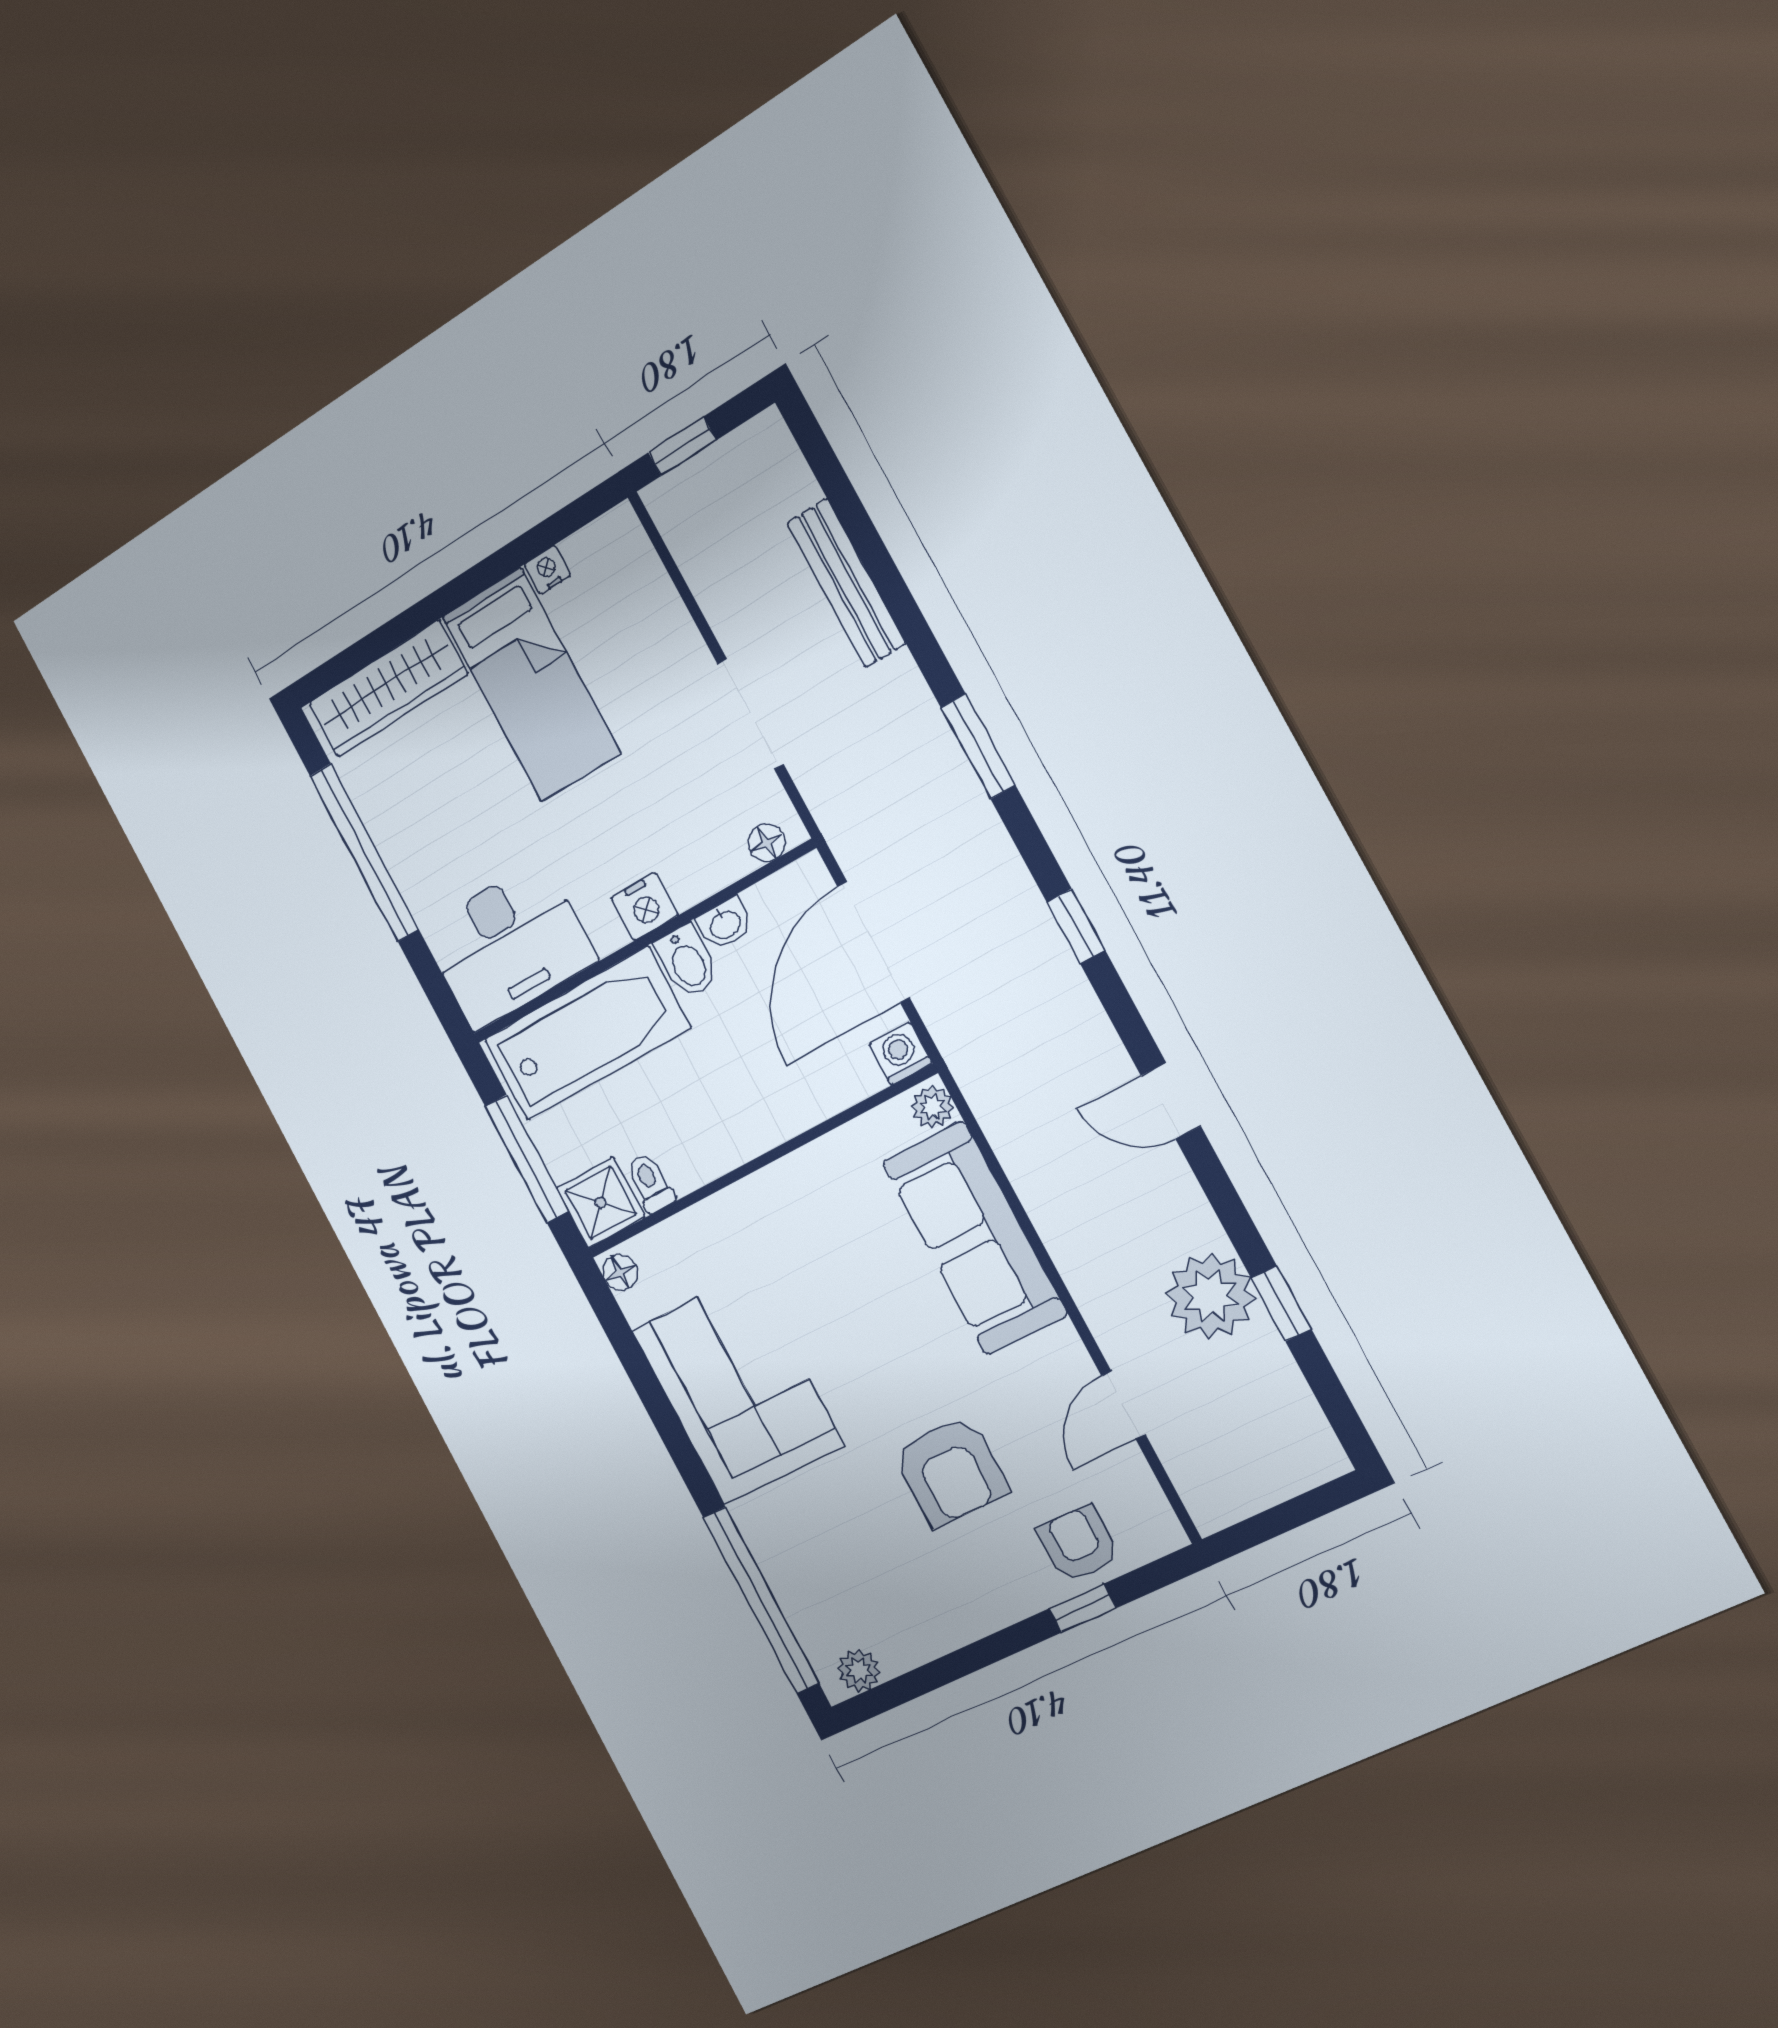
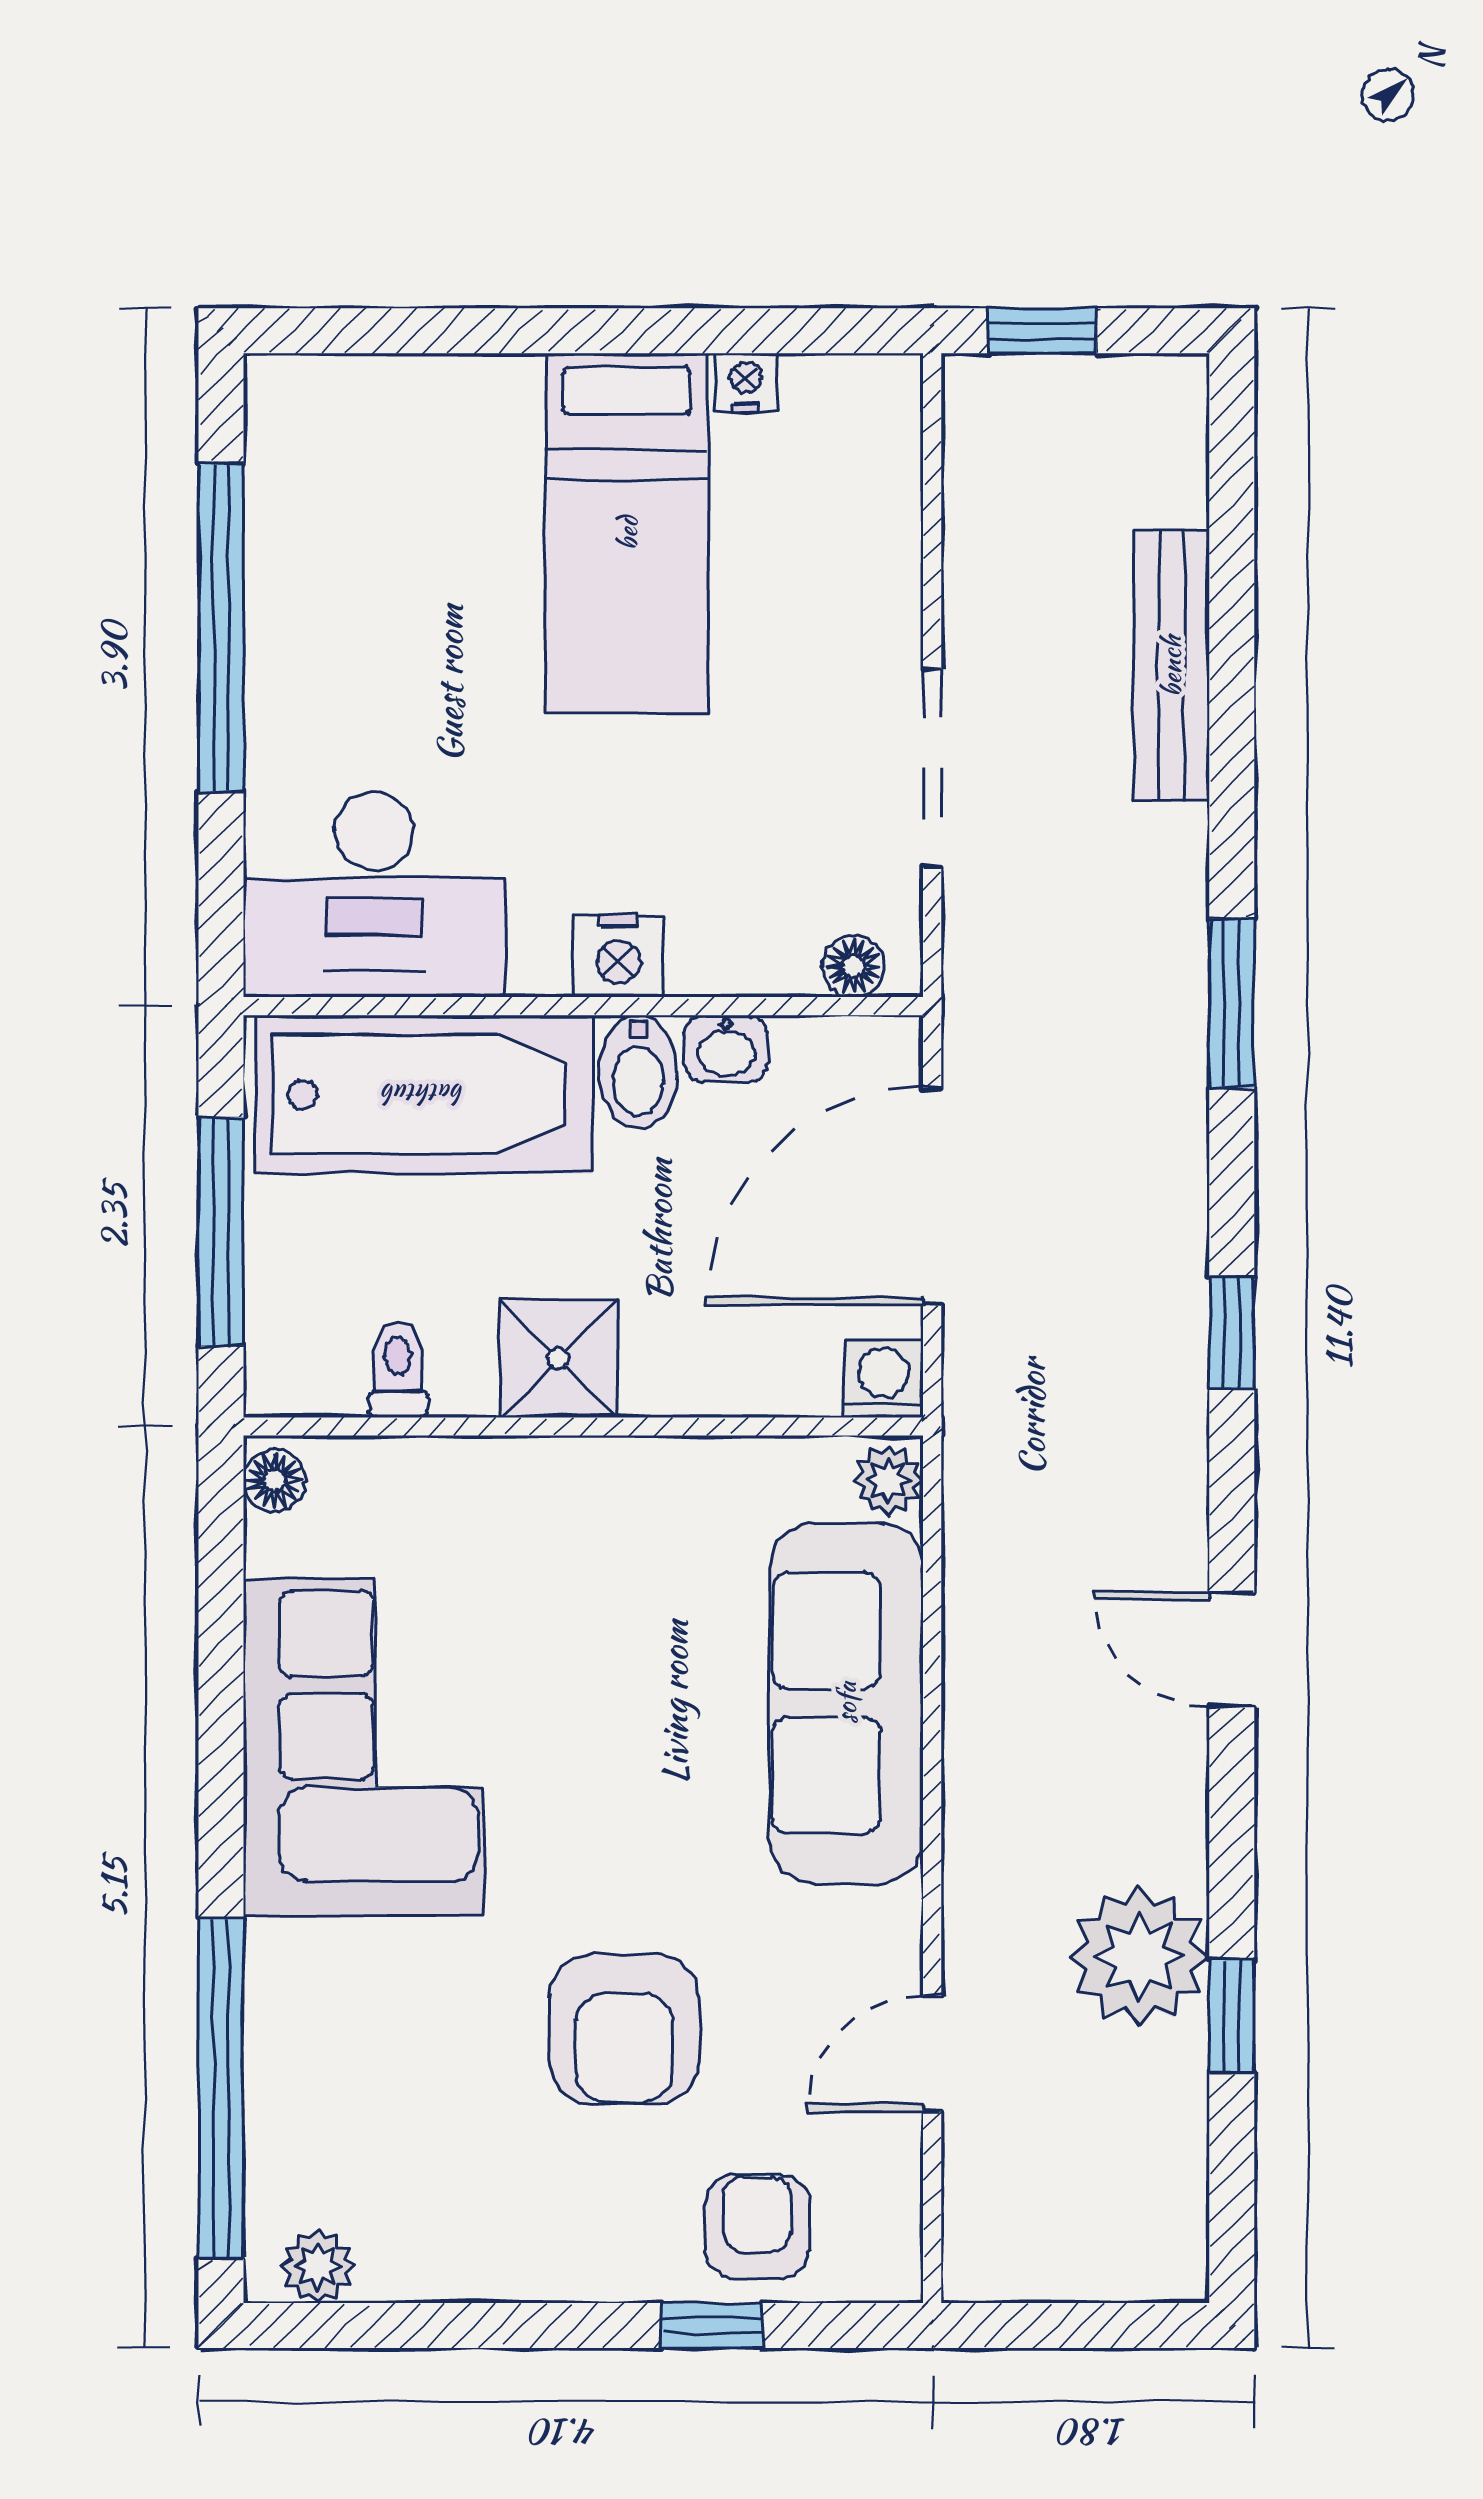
wardrobe: (388, 689) -> (399, 407), removed
shower: (601, 1203) -> (558, 1359), moved

